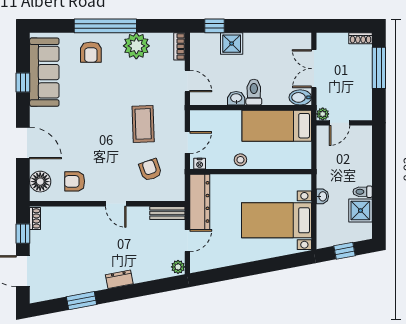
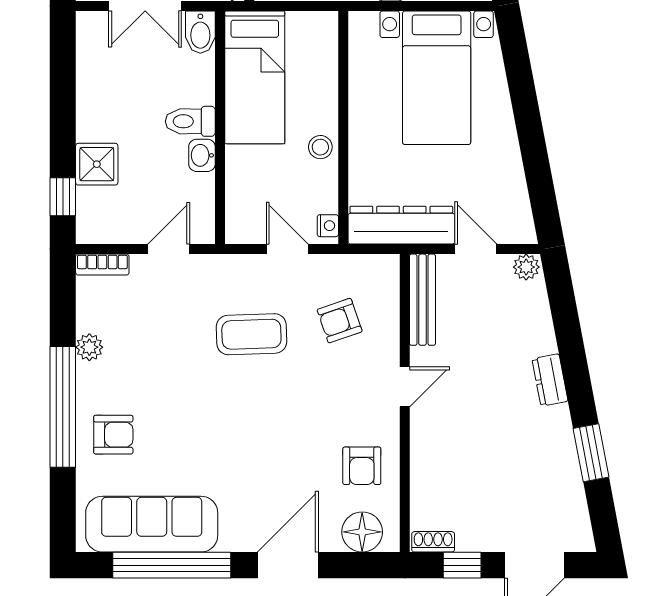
plant: (136, 46) -> (89, 347), width x0.53, depth x0.53
window: (23, 83) -> (172, 565), width x3.17
bench: (167, 213) -> (422, 300), width x1.36

